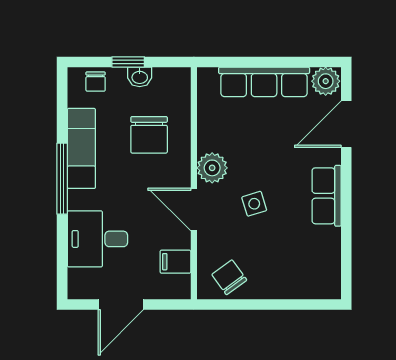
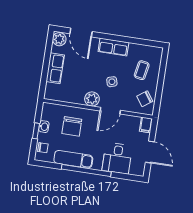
row of seats: (264, 82) -> (55, 68), width x0.68
chair: (149, 135) -> (72, 126), turned 90
window: (62, 179) -> (86, 170), width x1.46
filing cabinet: (175, 262) -> (146, 125), moved
coffee table: (288, 262) -> (142, 70), added

